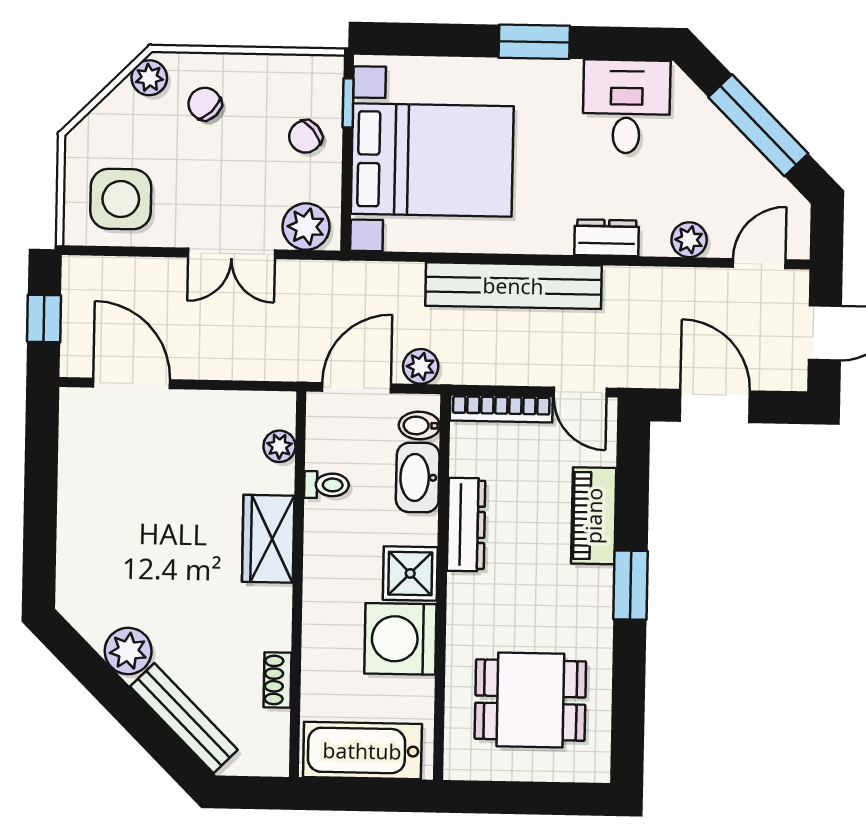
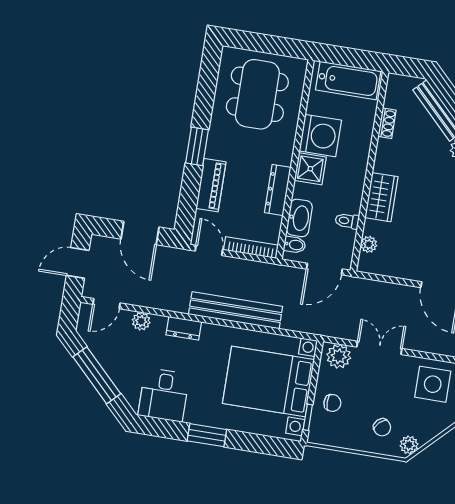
chair: (305, 137) -> (332, 403), turned 40
plant: (421, 366) -> (290, 275), removed
dining table: (530, 700) -> (257, 94), width x1.38

